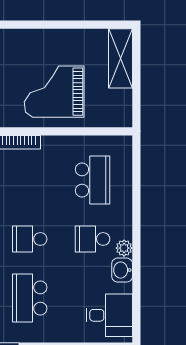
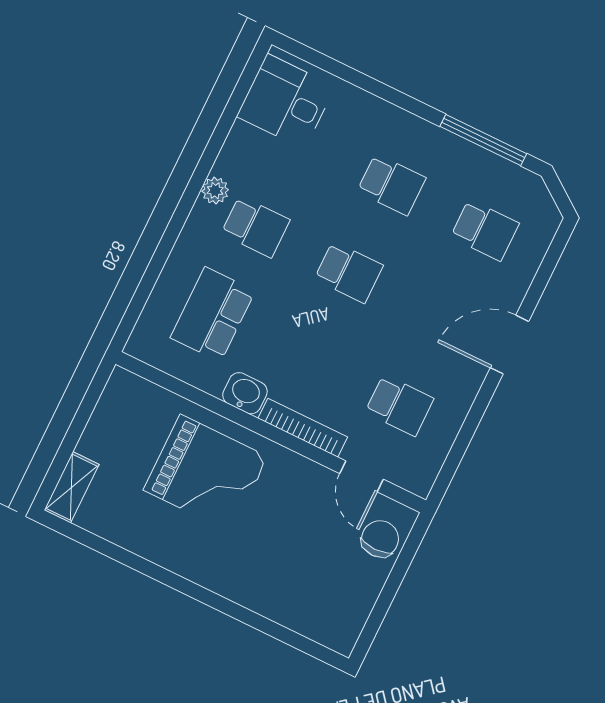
shelving: (120, 58) -> (72, 487), width x0.67, depth x0.75
washbasin: (122, 270) -> (245, 393), moved, turned -90
school desk: (30, 298) -> (391, 185), width x0.54

